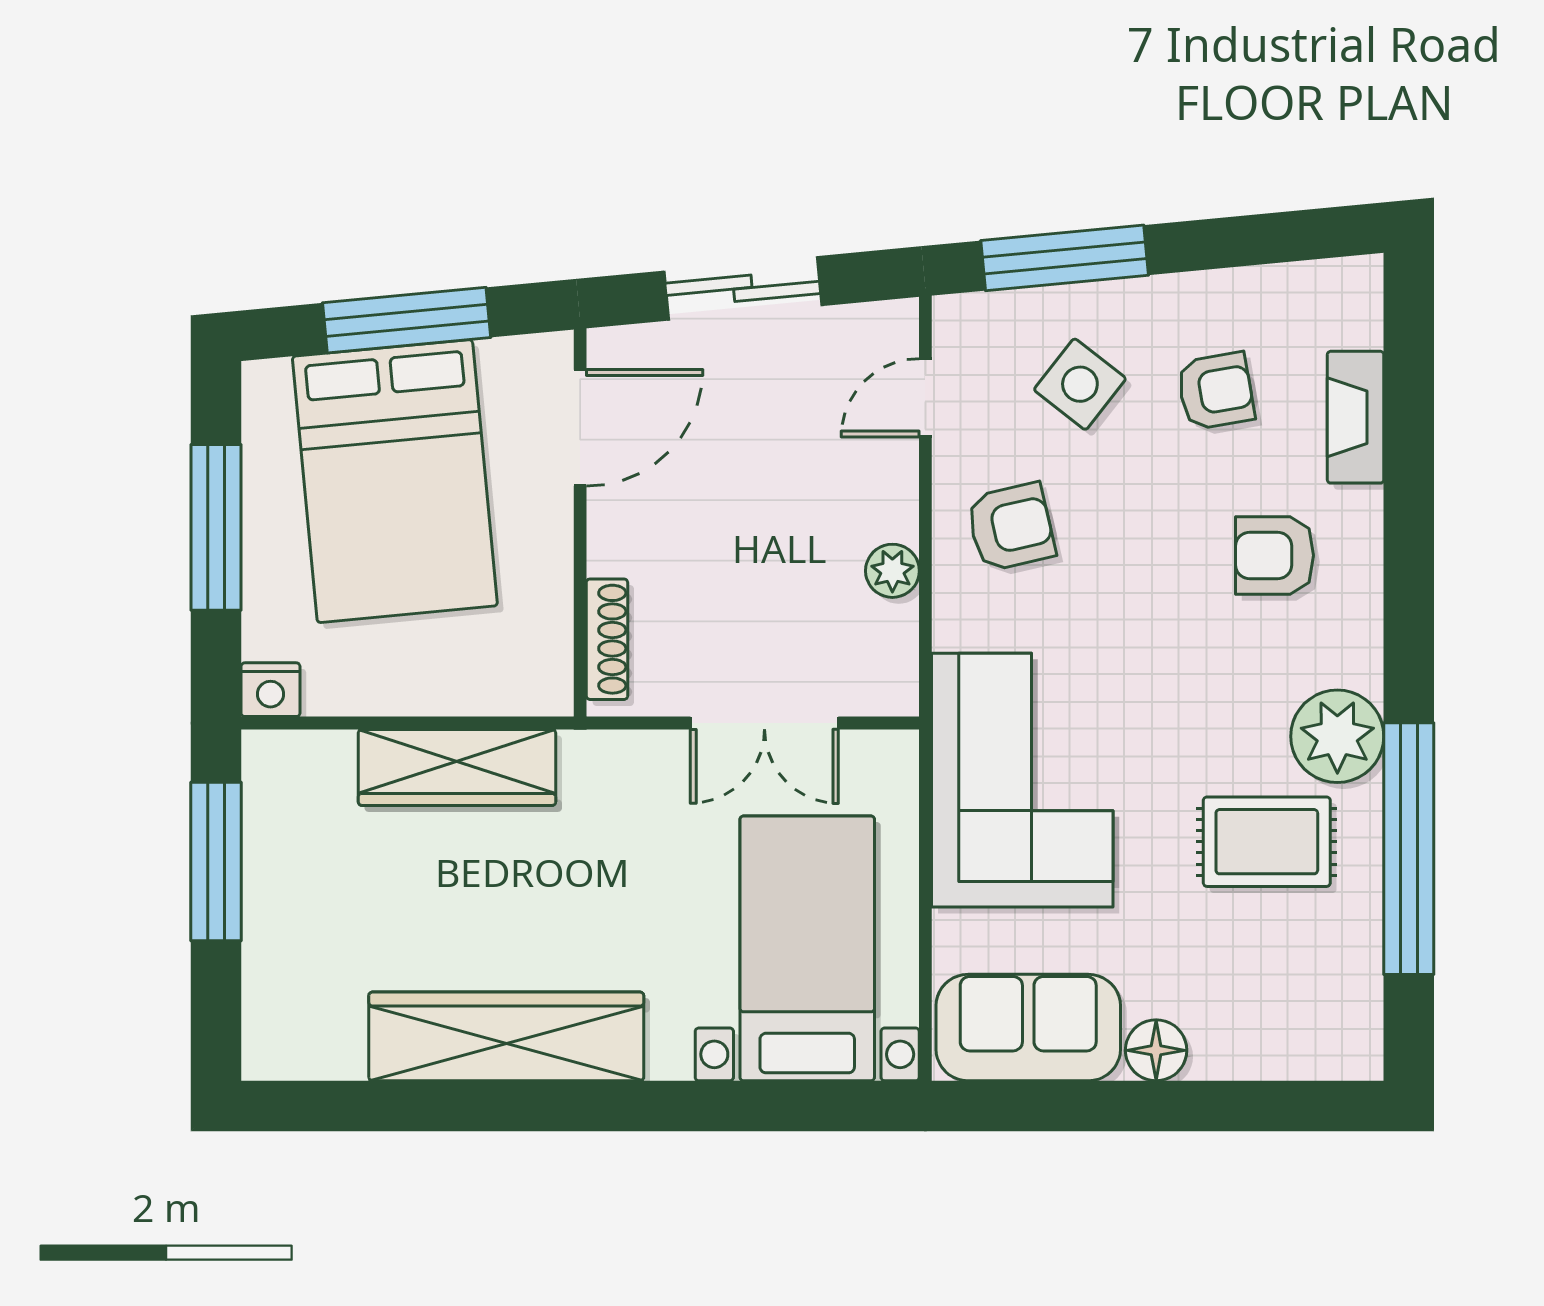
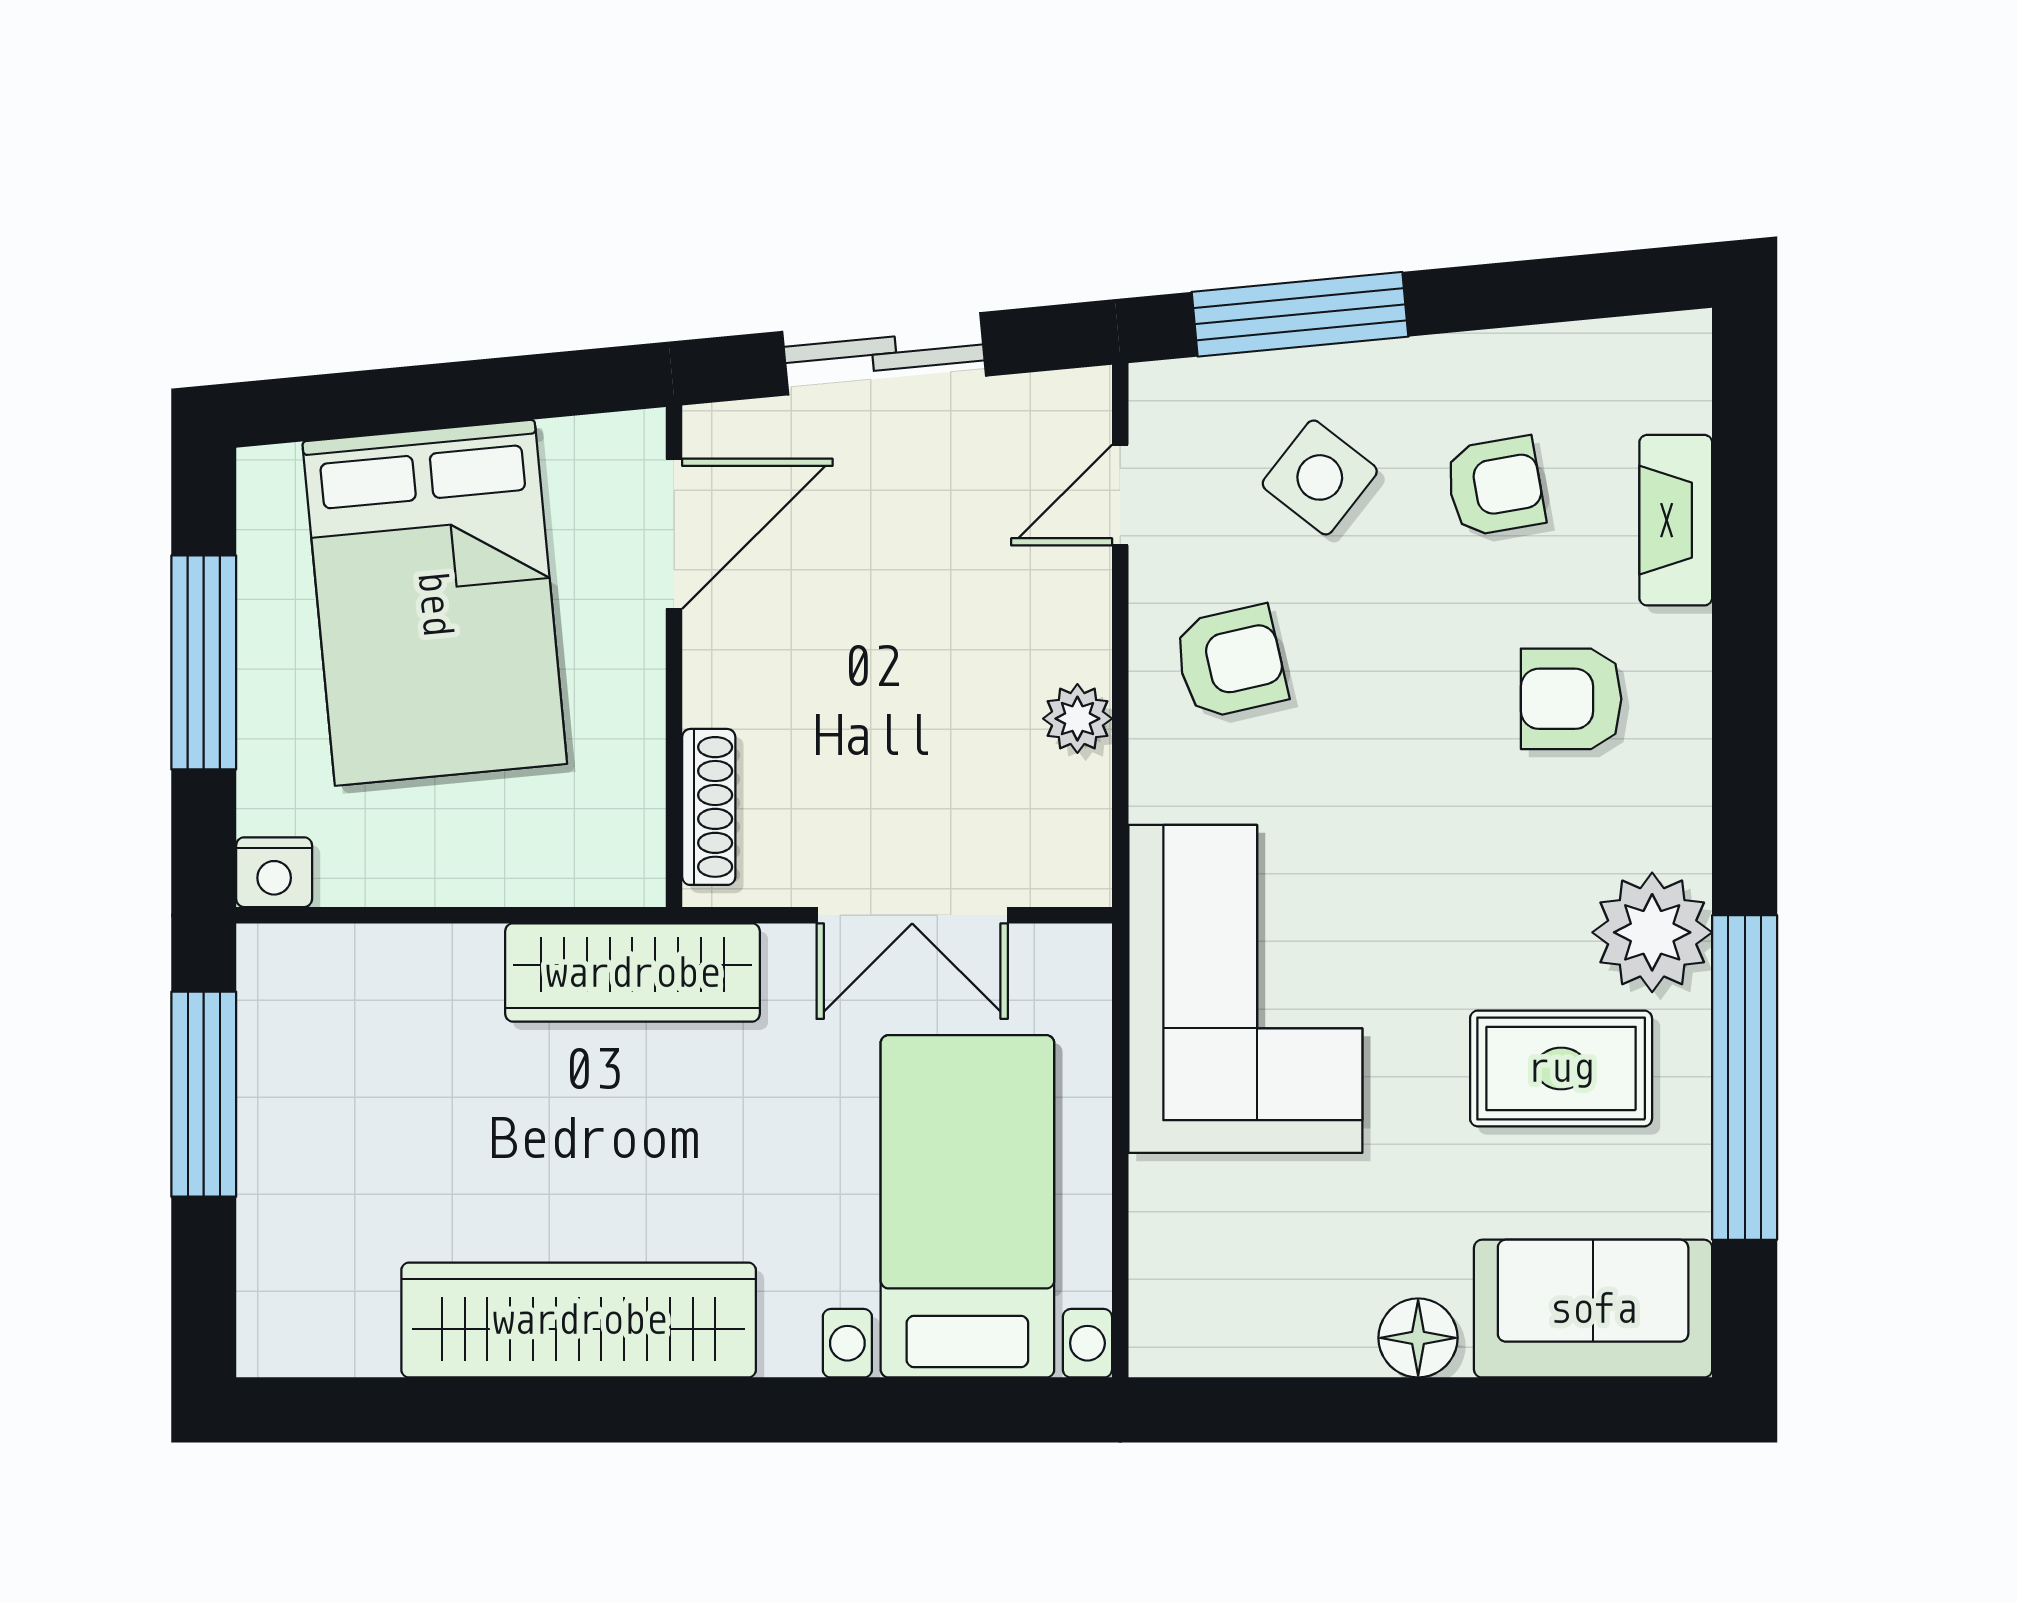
window: (407, 320) -> (450, 395), removed
wardrobe: (457, 767) -> (632, 973), moved
sofa: (1028, 1028) -> (1593, 1309), moved

